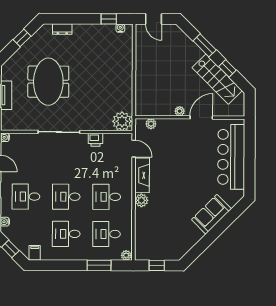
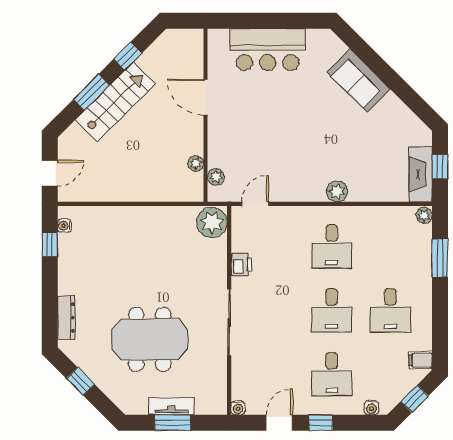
dresser: (62, 29) -> (66, 318), width x1.44
stairs: (217, 79) -> (115, 102), moved
plant: (180, 111) -> (196, 164), moved
bar counter: (231, 157) -> (268, 50), width x0.73
fireplace: (142, 175) -> (421, 174), moved, turned -90
desk: (107, 234) -> (390, 246), removed

